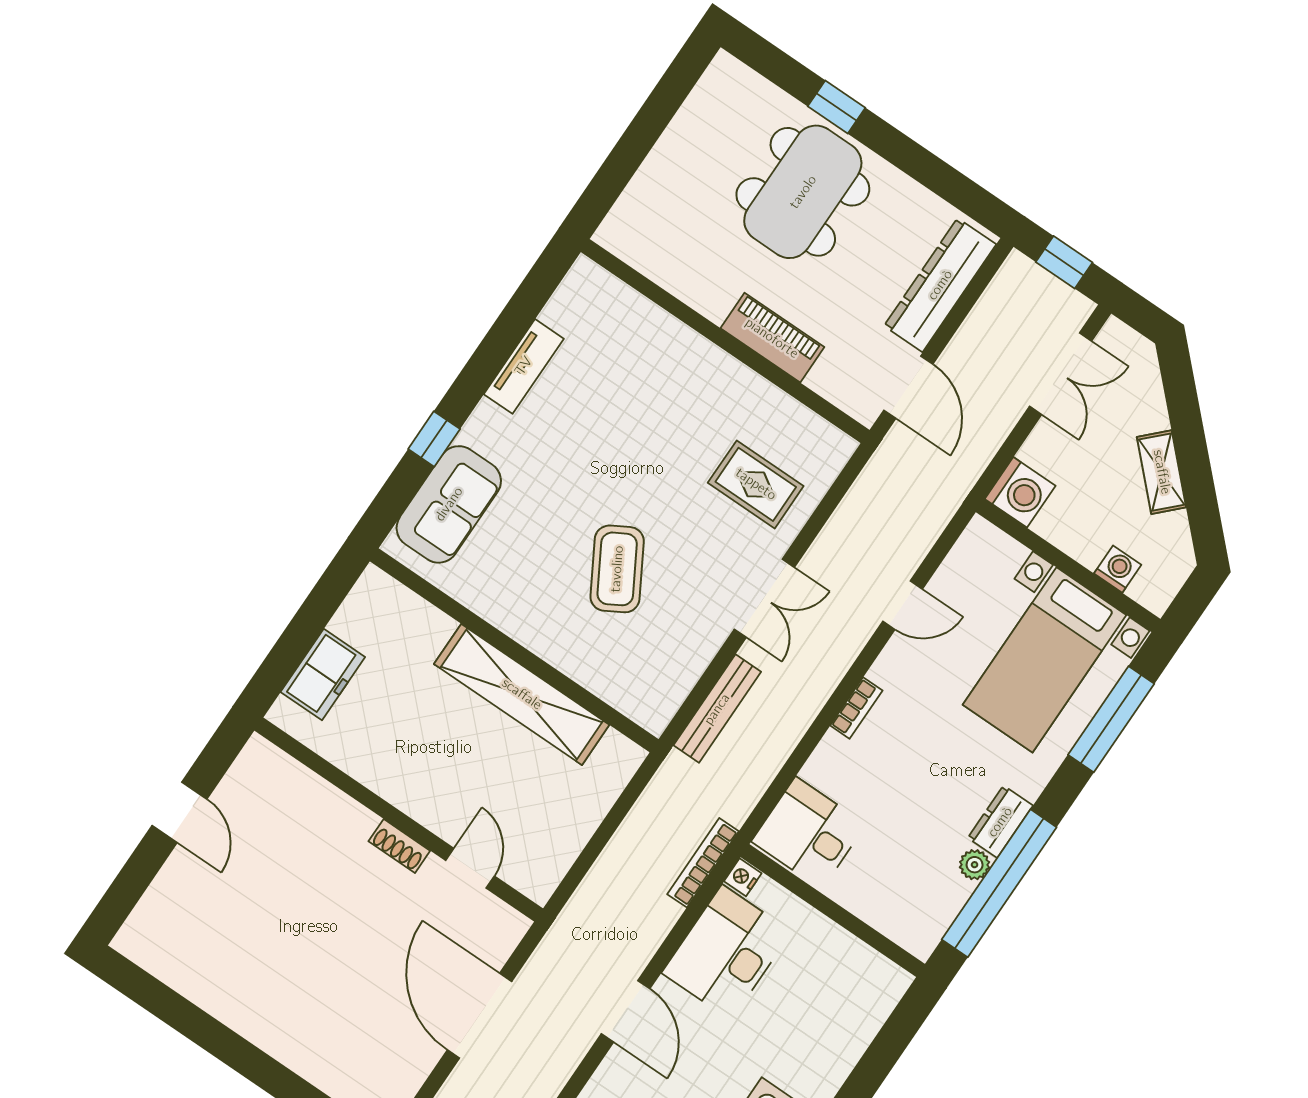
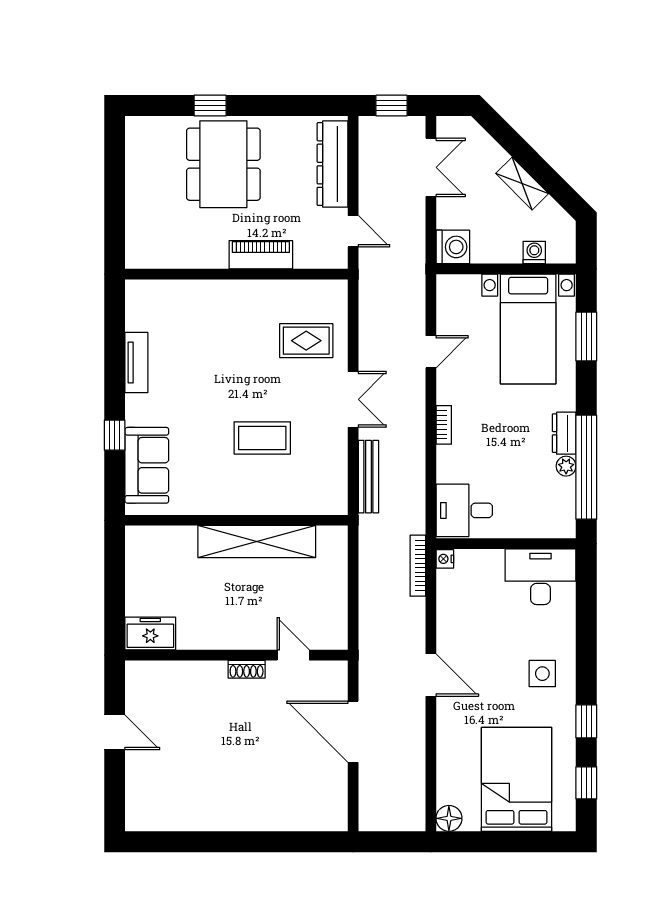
door: (908, 387) -> (353, 231), width x0.73
coffee table: (617, 569) -> (262, 438), turned -60
freezer: (323, 674) -> (150, 633), moved, turned -90
window: (1111, 719) -> (586, 336), width x0.69
desk: (727, 952) -> (540, 577), moved, turned 90

